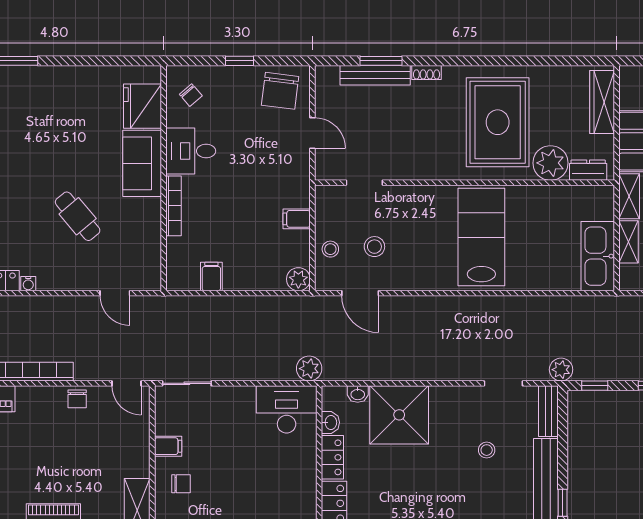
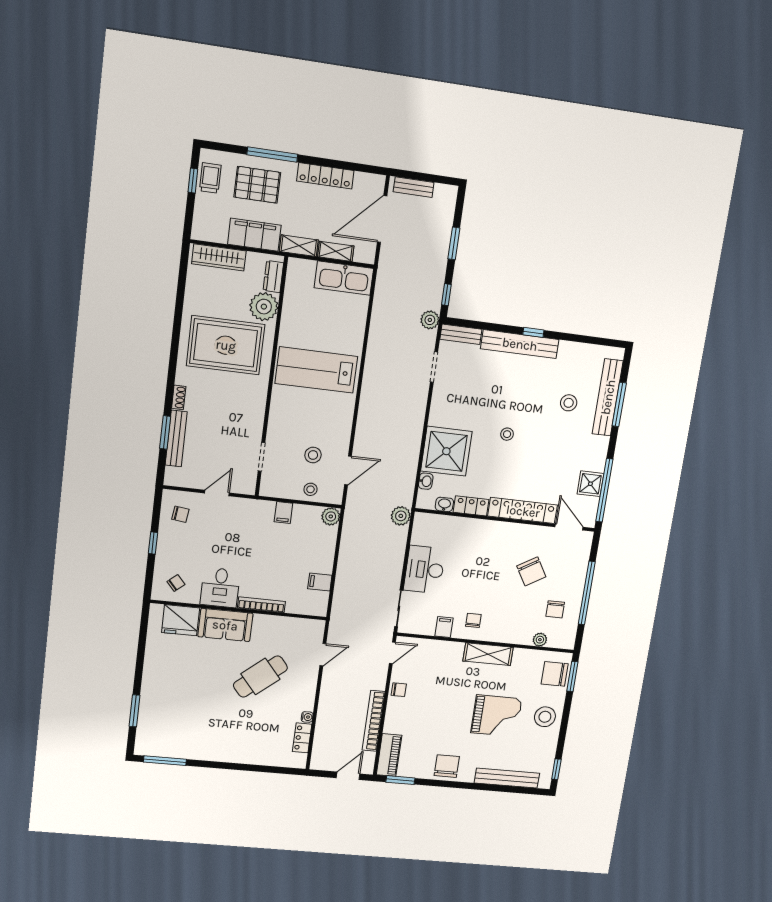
chair: (280, 91) -> (180, 514), width x0.54, depth x0.54
cafe table: (78, 216) -> (260, 677), width x1.37, depth x1.35
desk: (287, 409) -> (425, 570), moved
stool: (487, 450) -> (507, 434), moved

